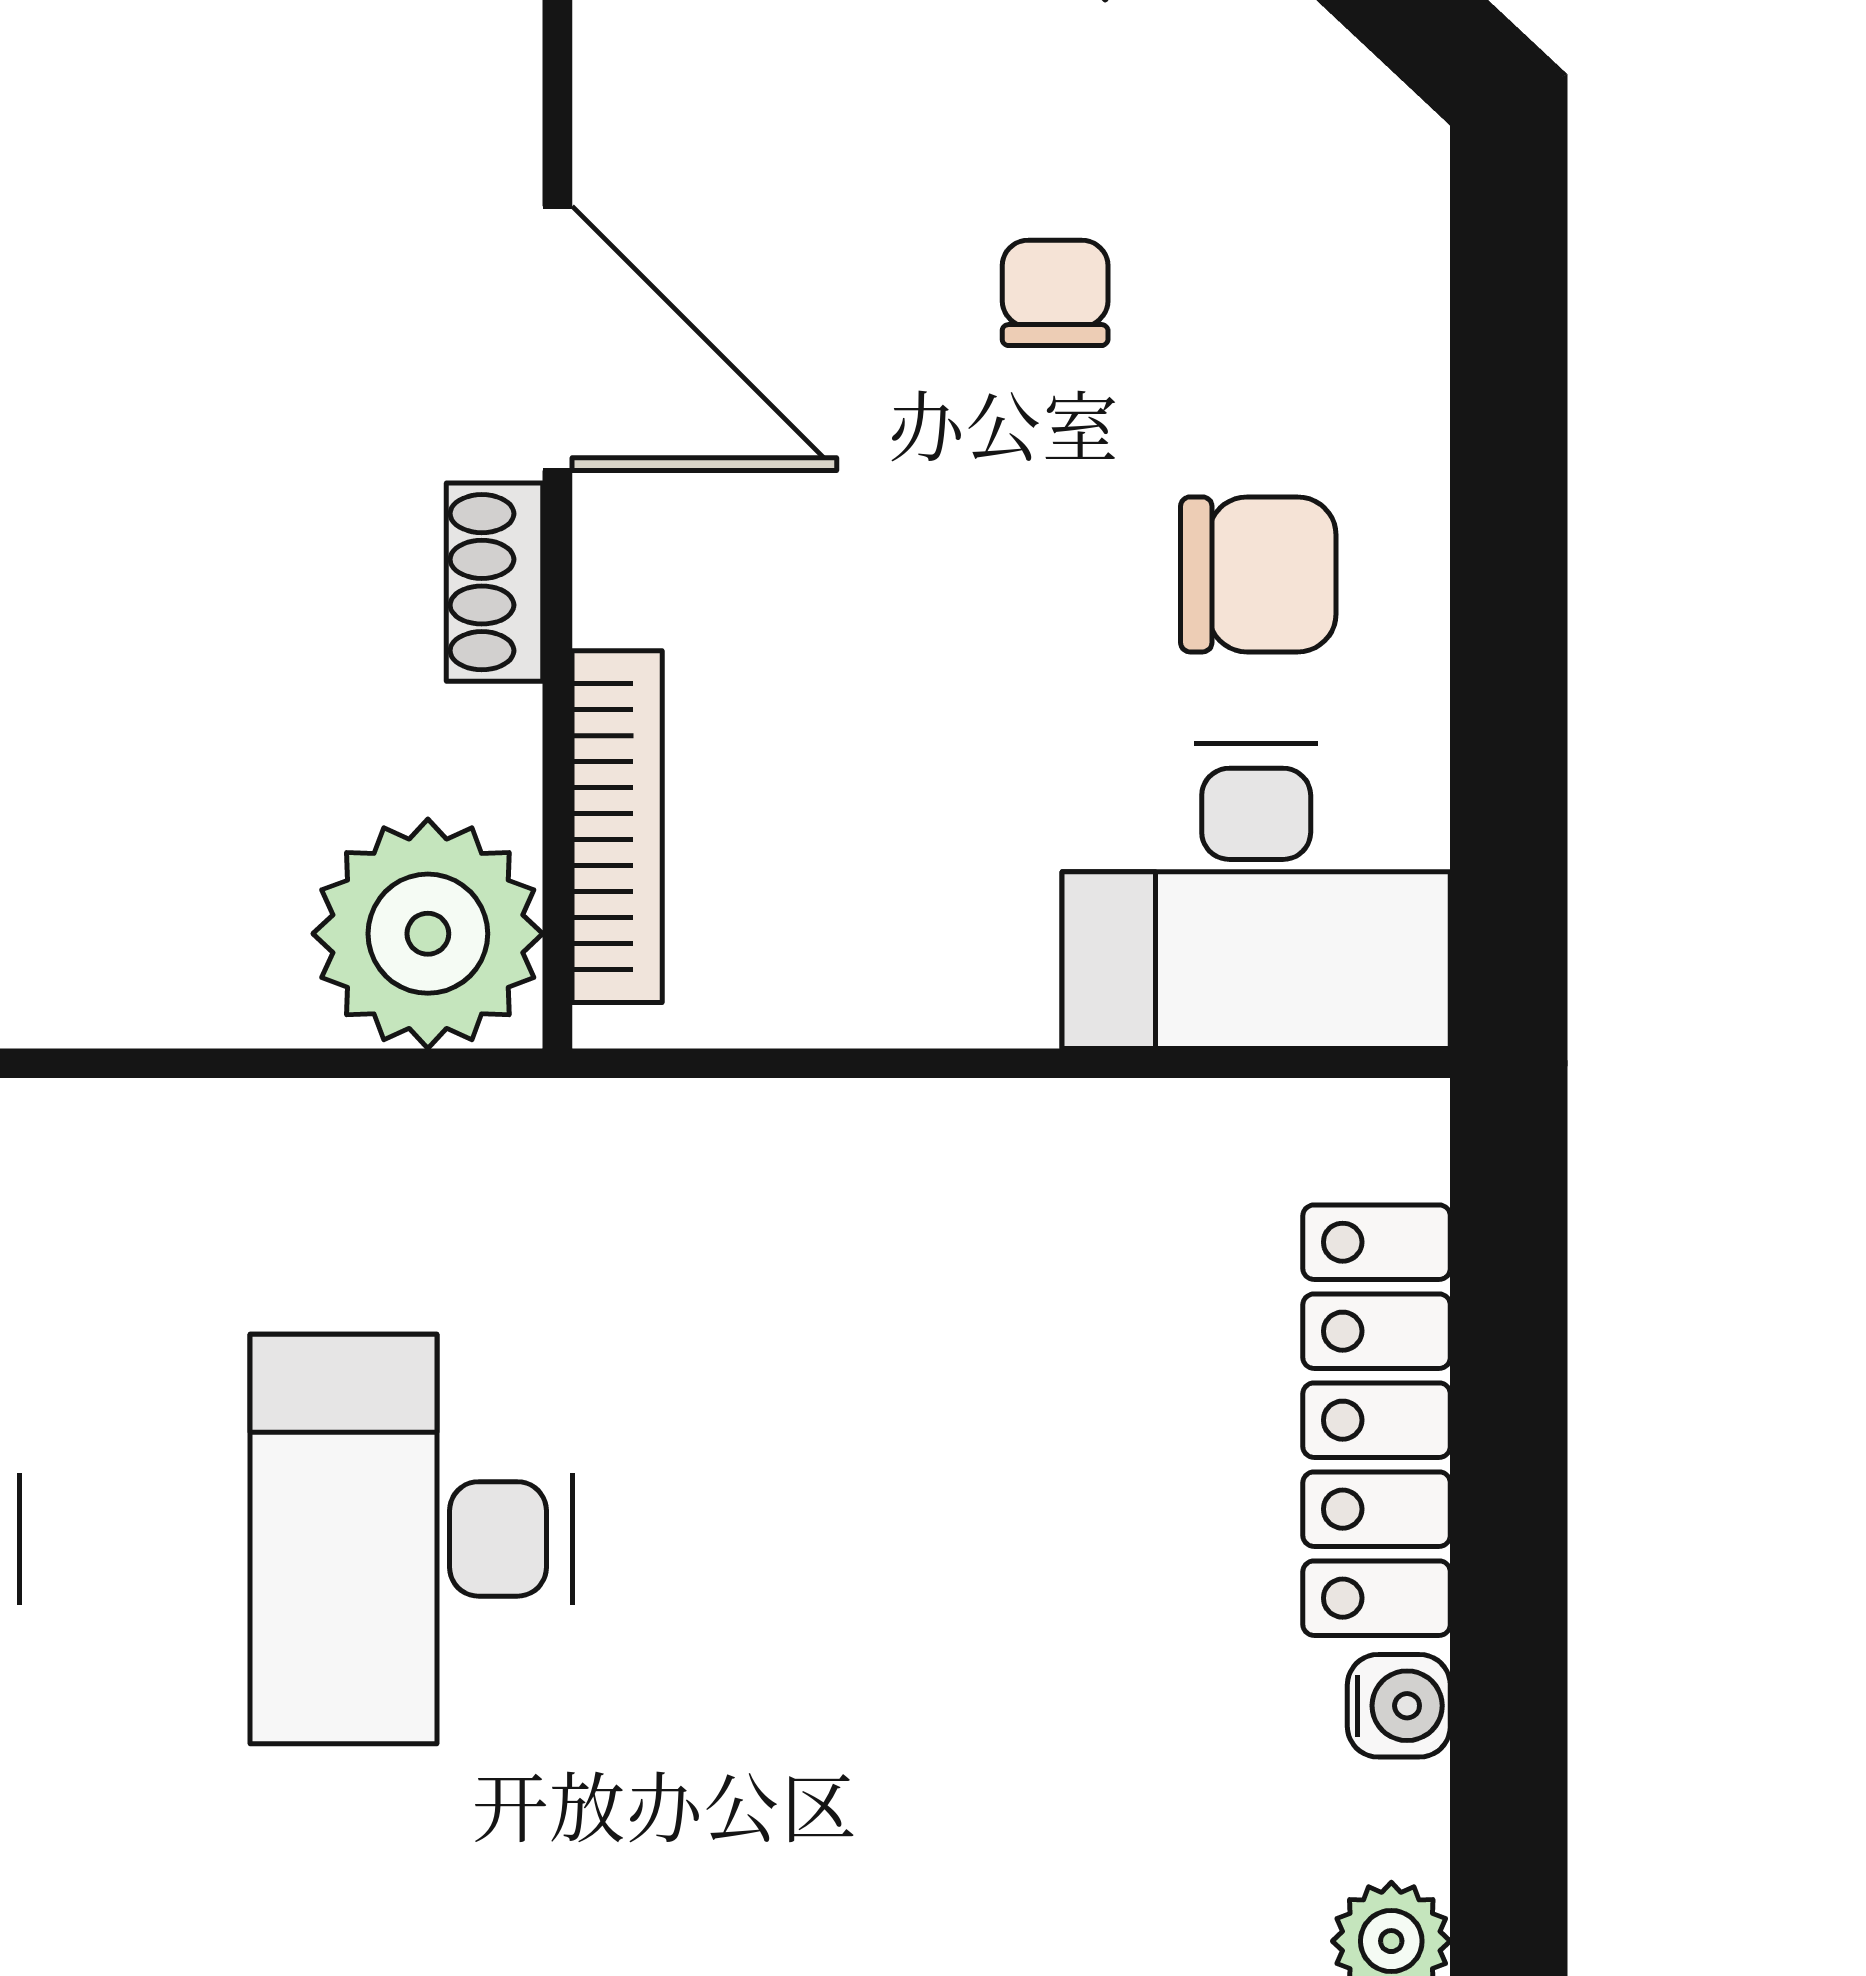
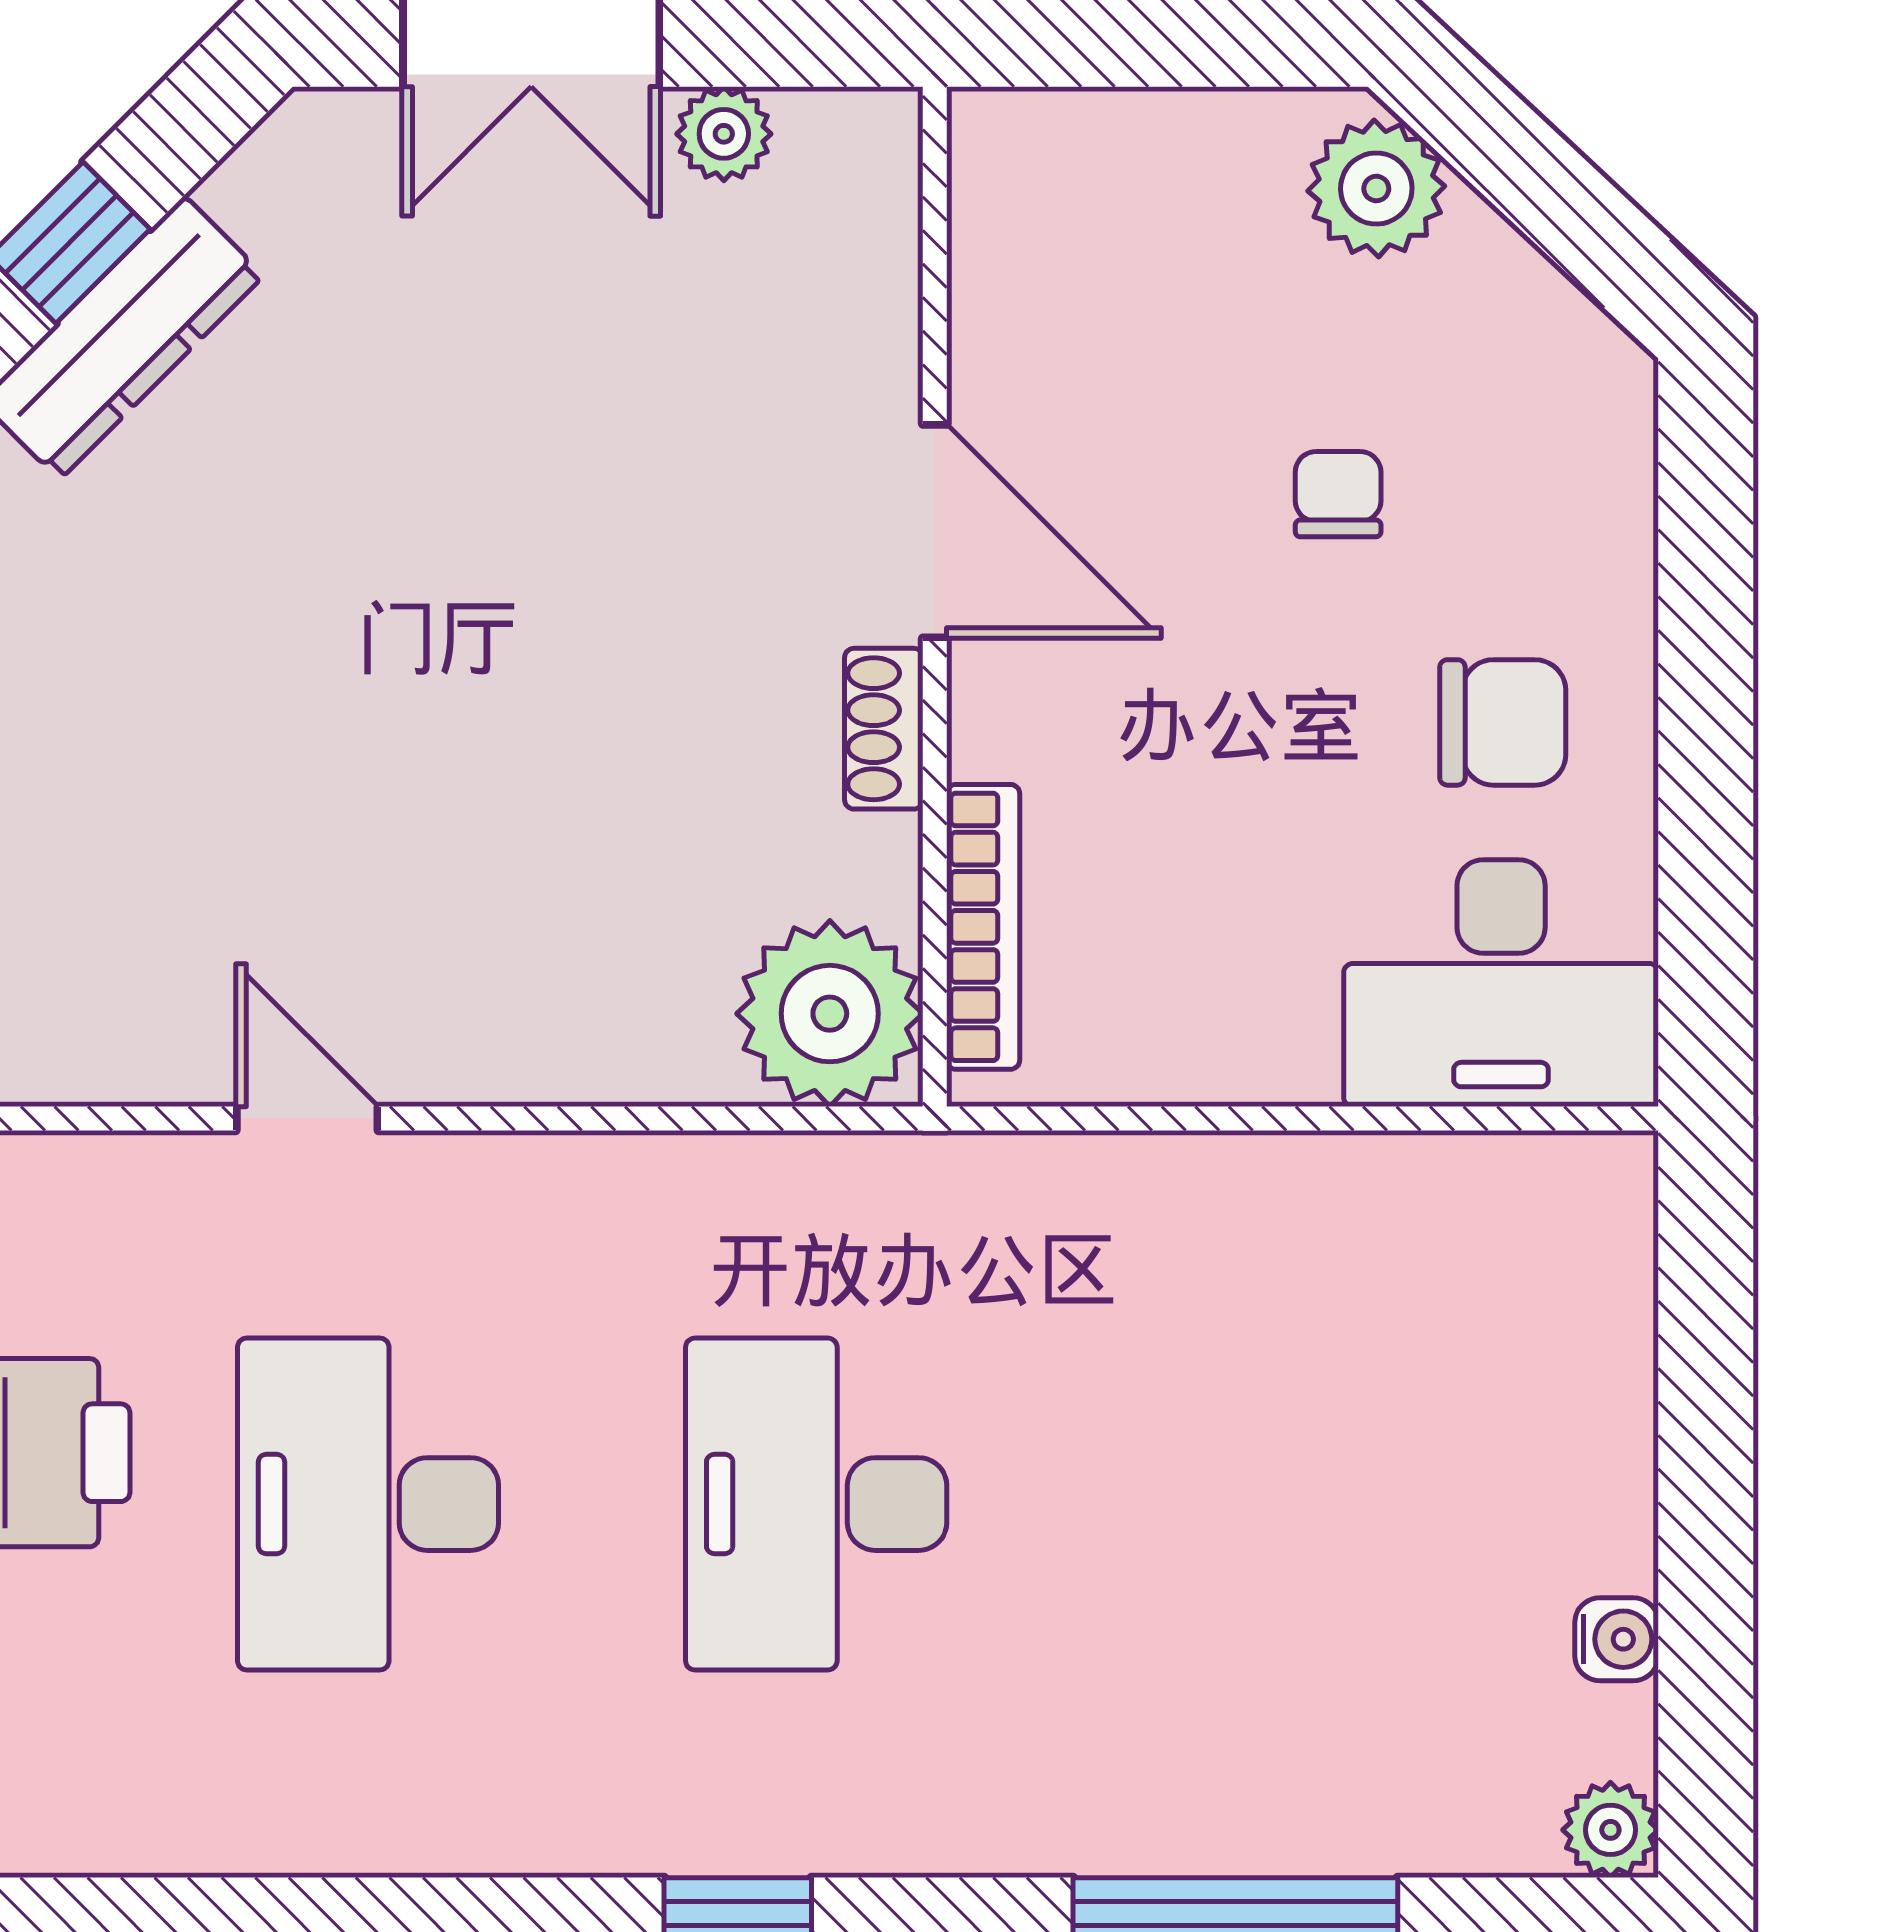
locker: (1377, 1420) -> (1599, 1408), removed

